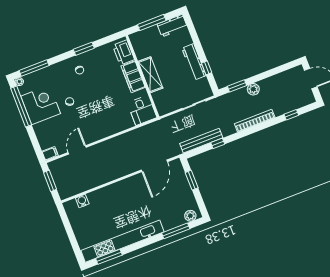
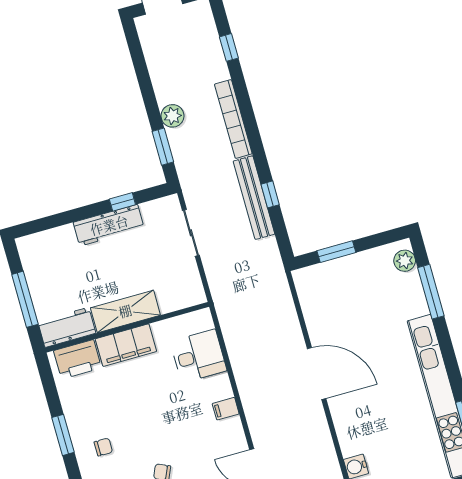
workbench: (172, 26) -> (67, 327), moved, turned -90
desk: (142, 110) -> (198, 356), moved
filing cabinet: (105, 131) -> (226, 409), added
bench: (201, 141) -> (254, 198), moved
door: (154, 166) -> (317, 374), moved

